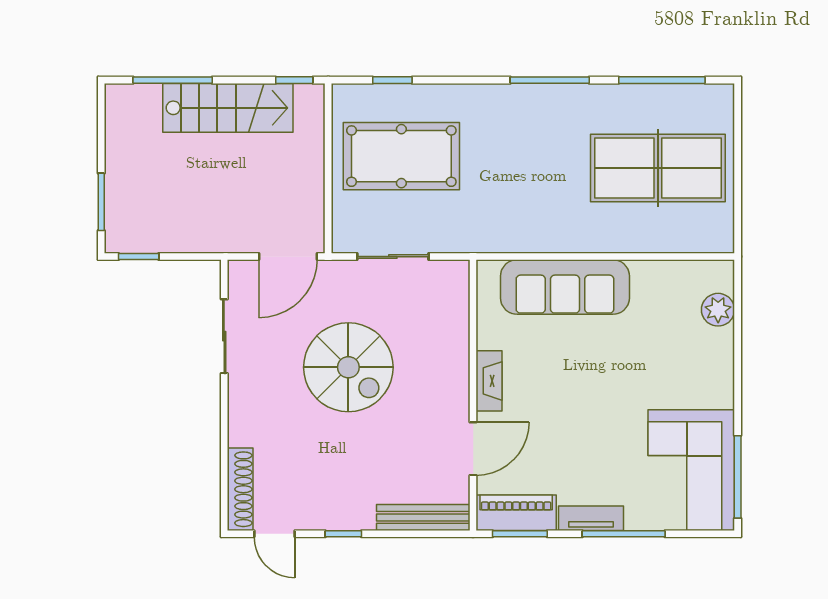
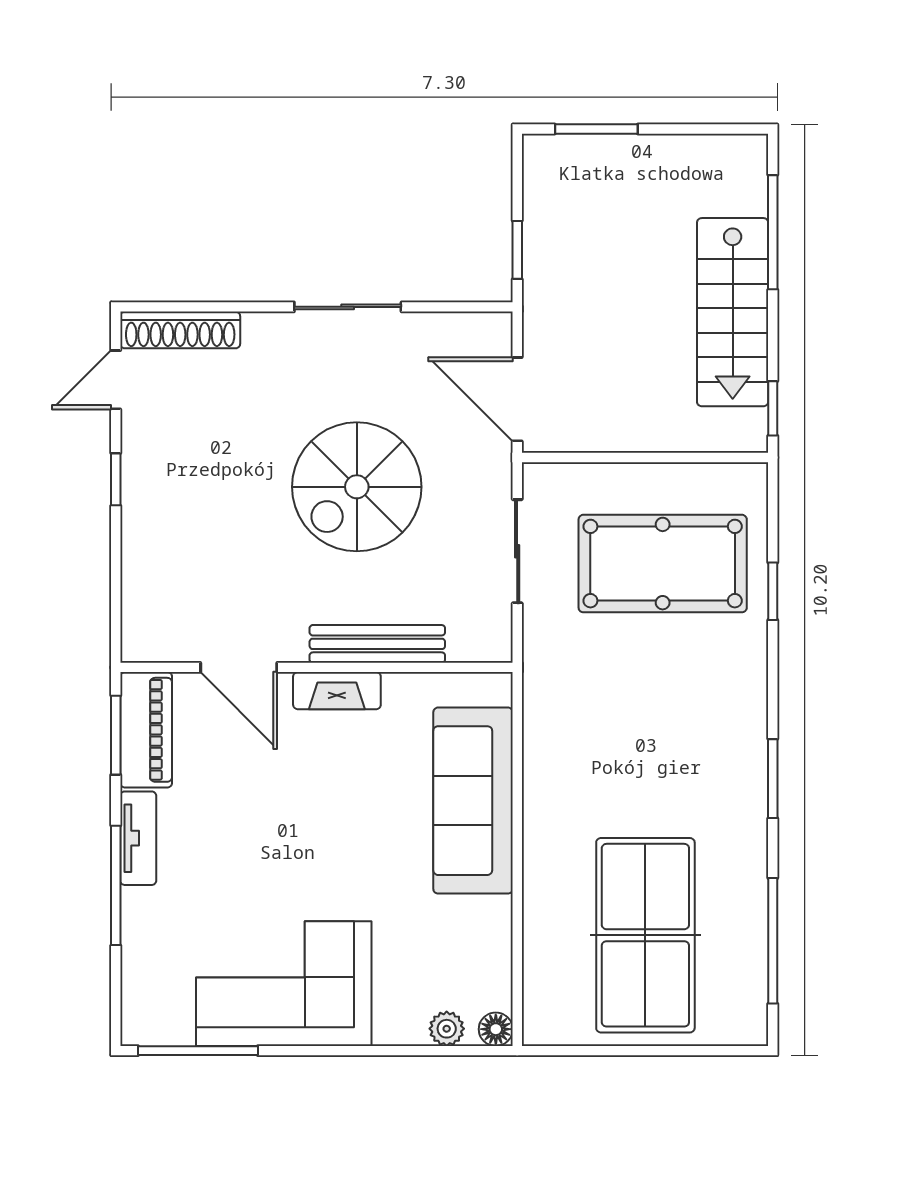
window: (392, 80) -> (773, 591), moved
window: (550, 80) -> (773, 779), width x0.69
pool table: (401, 156) -> (663, 564), turned 90
window: (139, 257) -> (517, 250), moved
floor lamp: (723, 271) -> (496, 1029), added
plant: (718, 310) -> (447, 1029), width x0.73, depth x0.73
sliding door: (224, 336) -> (348, 307), moved
corner sofa: (691, 470) -> (284, 984), moved
bench: (423, 517) -> (377, 644), moved, turned 90

